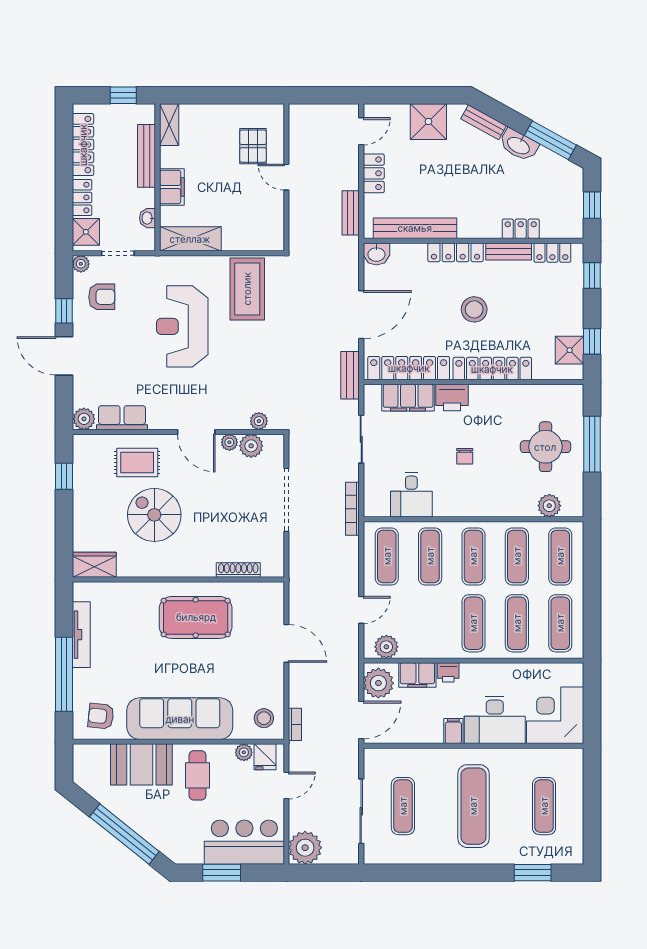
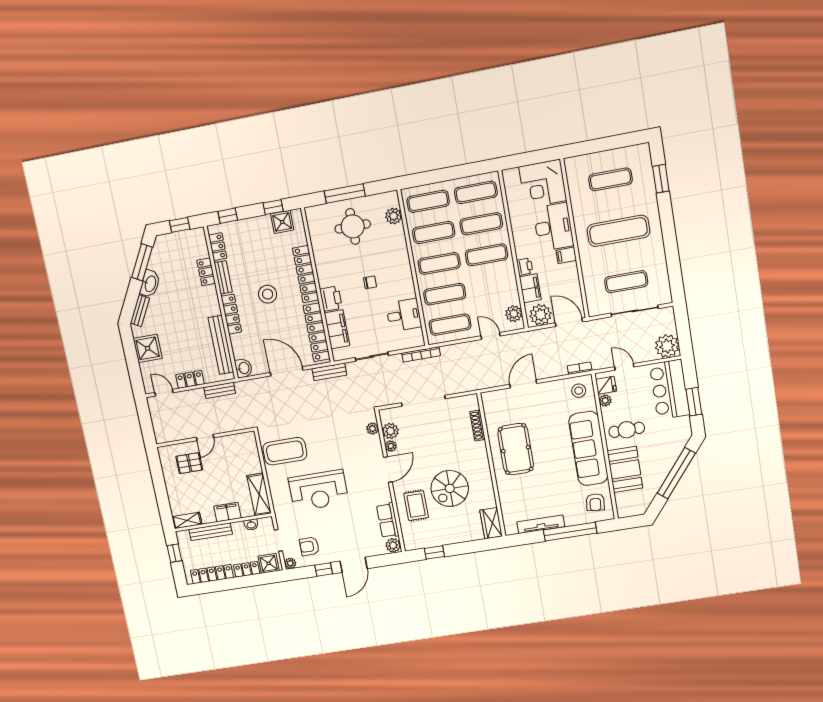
armchair: (102, 297) -> (309, 546), turned -90

